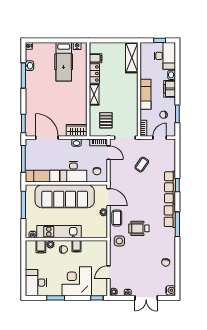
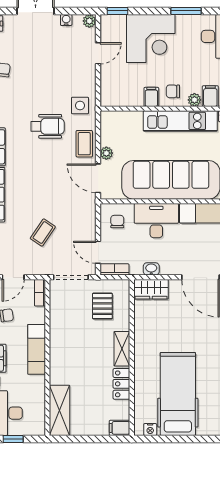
filing cabinet: (96, 58) -> (120, 428), moved
hospital bed: (64, 62) -> (178, 394), width x1.37, depth x1.29

